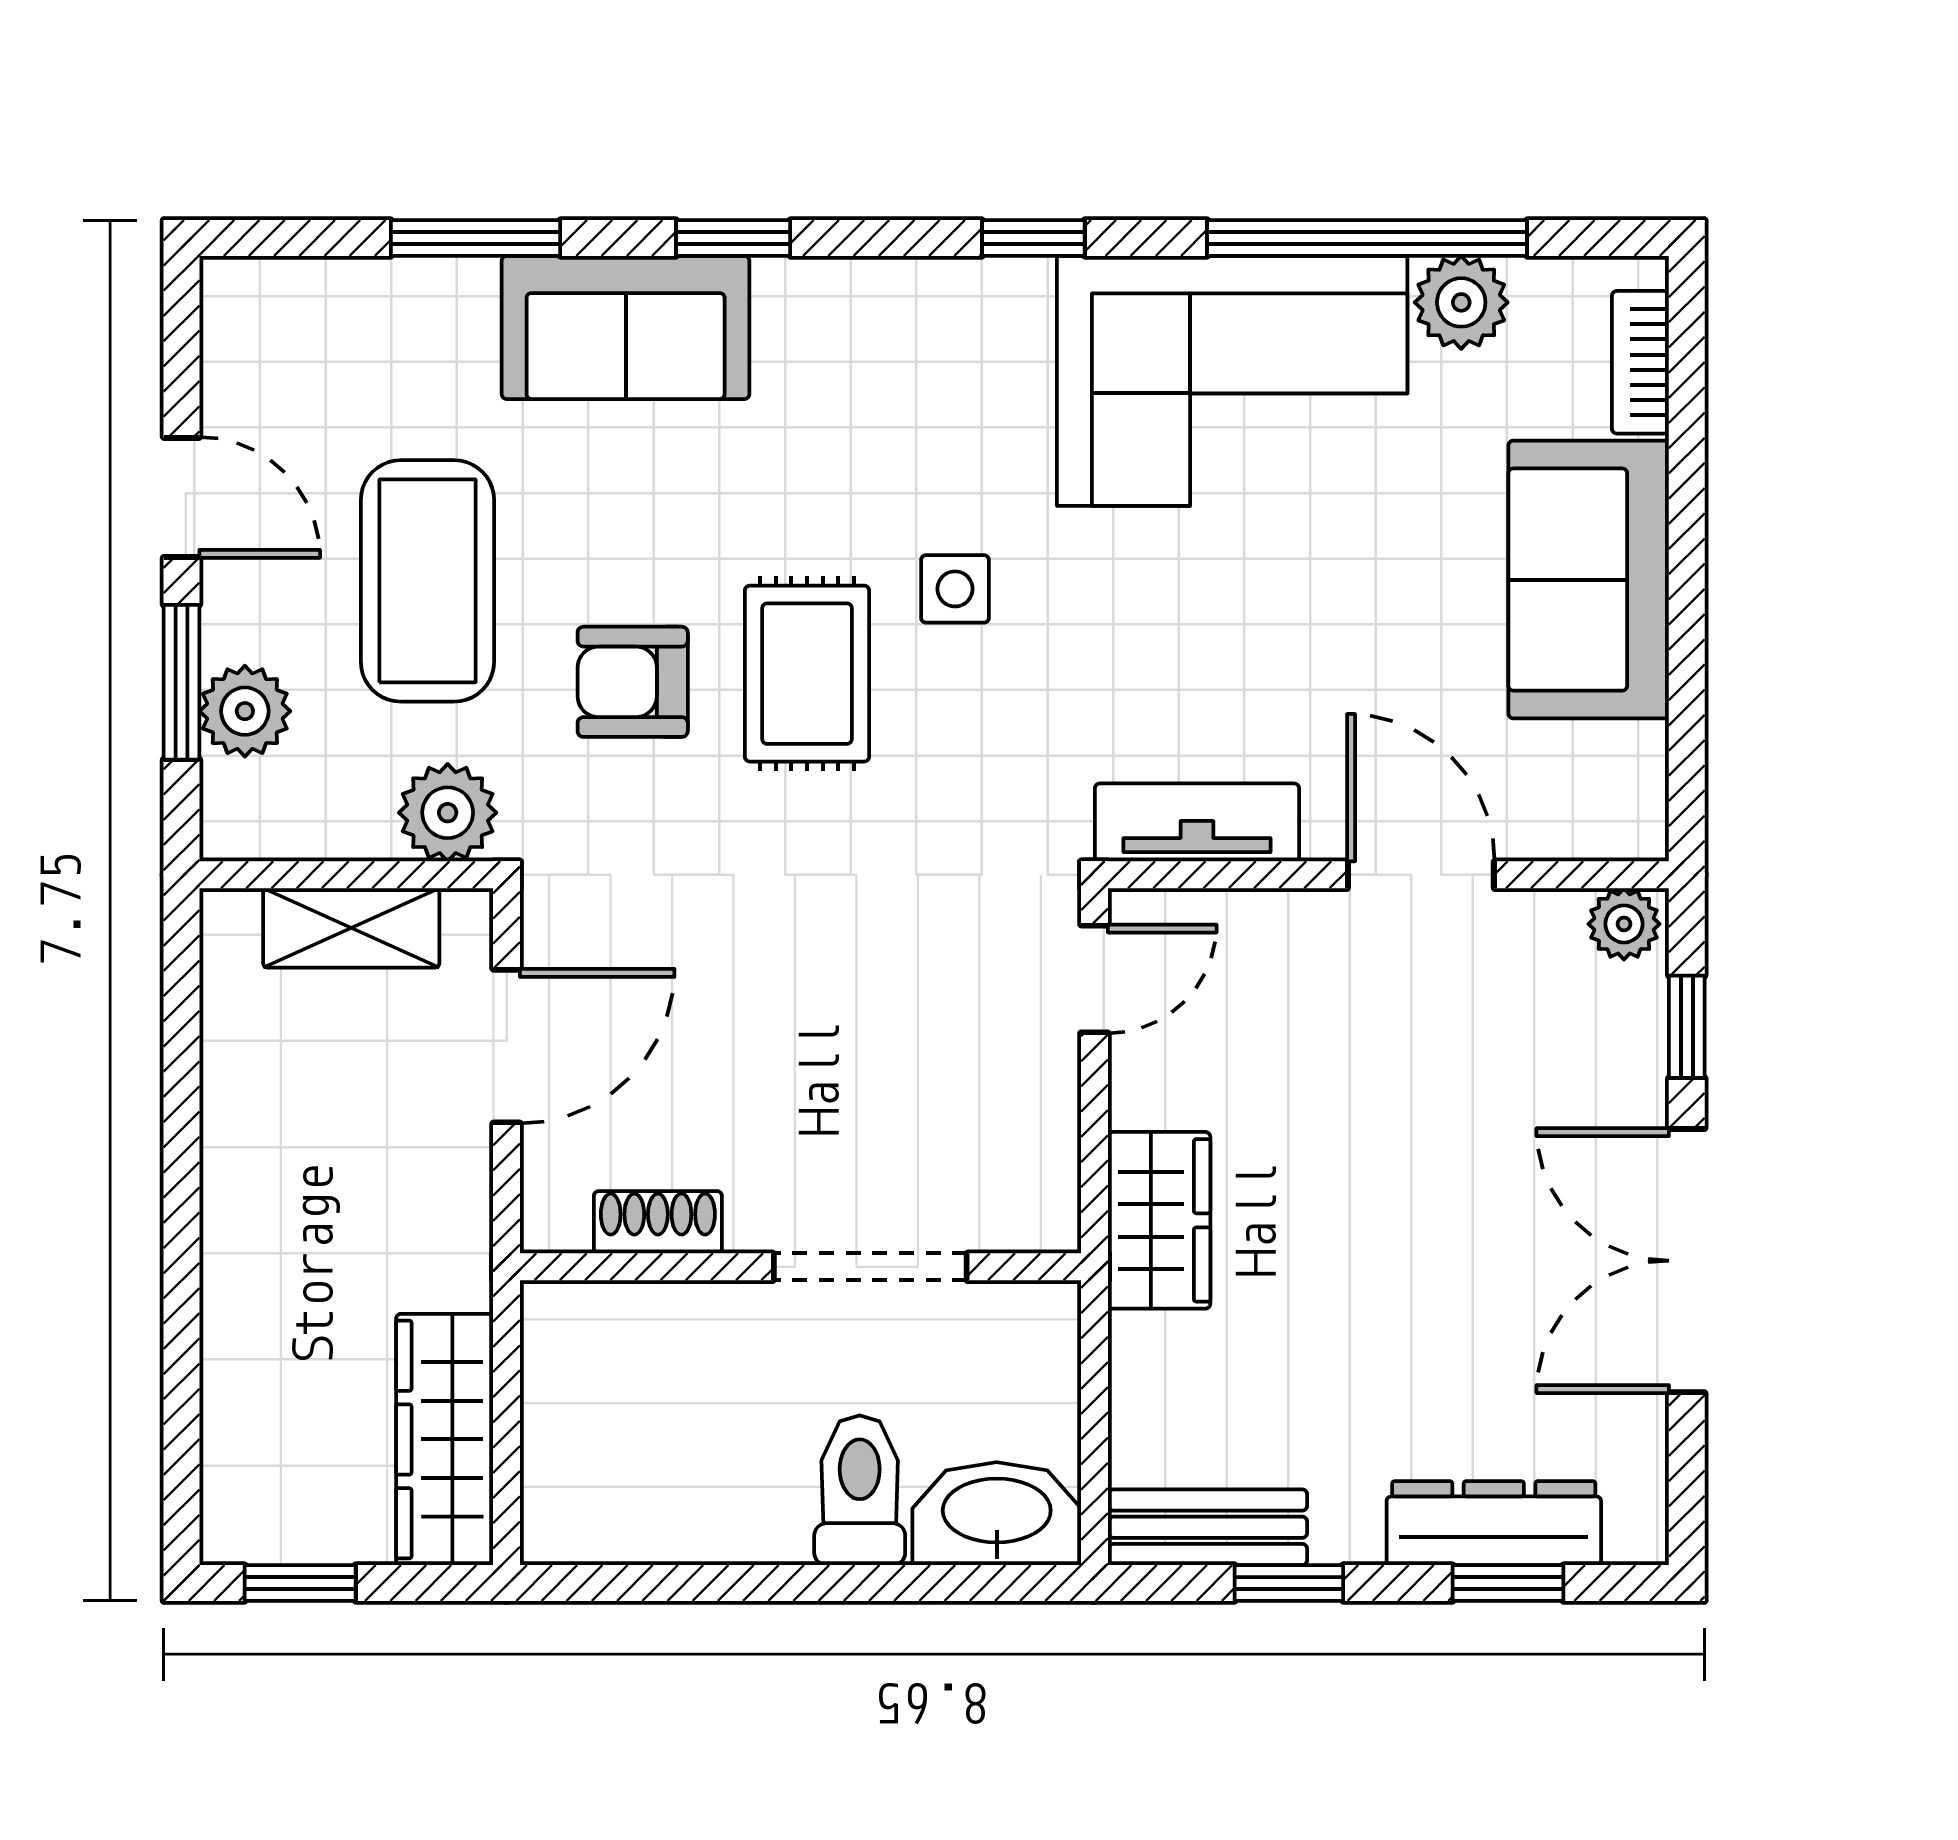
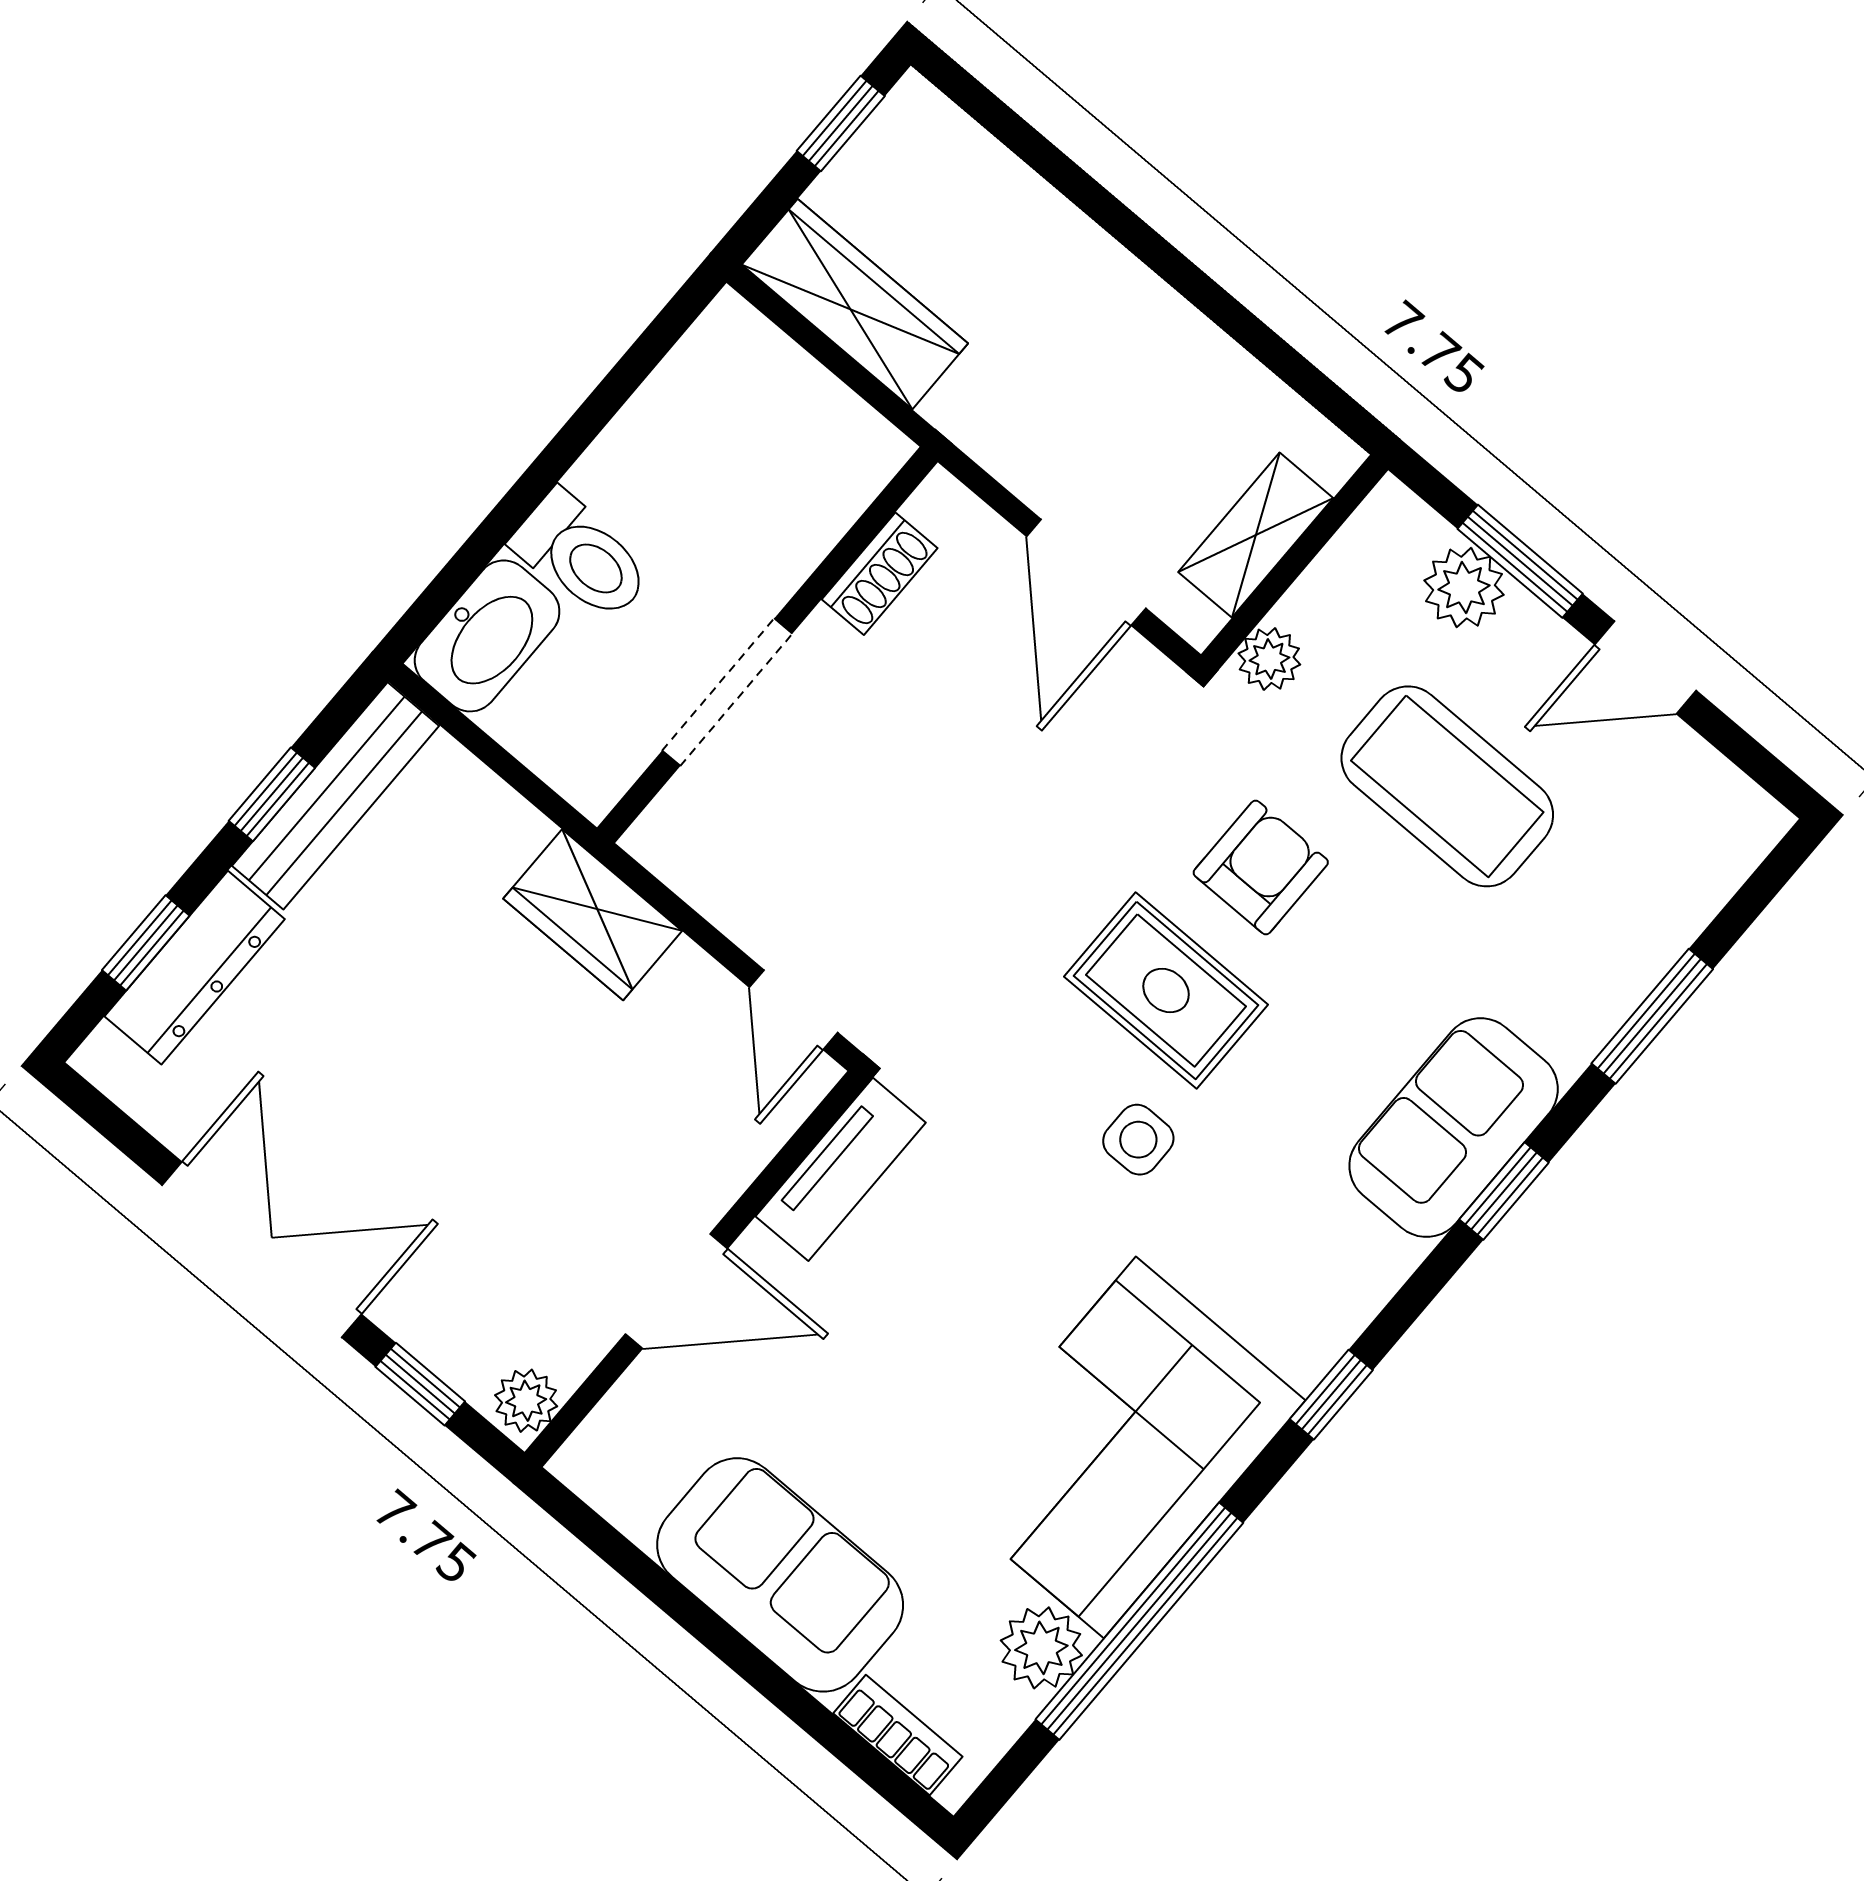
sofa: (626, 327) -> (1454, 1128), moved
plant: (448, 813) -> (1269, 659), width x0.73, depth x0.73
bench: (1208, 1527) -> (336, 796), width x1.36

